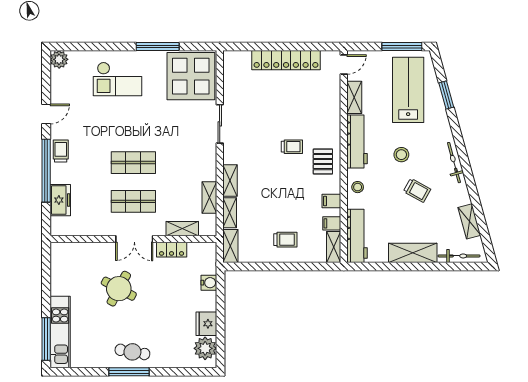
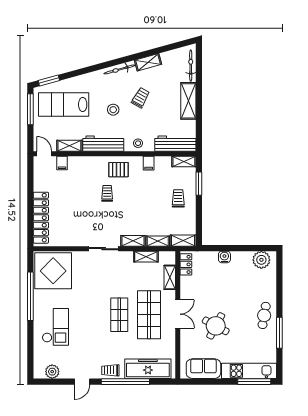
window: (158, 46) -> (30, 296), width x1.46
plant: (59, 59) -> (52, 372), moved
locker: (286, 60) -> (41, 218), moved
window: (446, 95) -> (49, 80), moved
door: (46, 114) -> (82, 382), swing flipped
sliding door: (220, 124) -> (104, 249), moved
freezer: (60, 200) -> (148, 369), width x1.91, depth x1.26
shop shelf: (133, 201) -> (149, 315), width x1.43, depth x1.36
shelving: (469, 221) -> (148, 62), moved
filing cabinet: (332, 223) -> (62, 163), moved
locker: (172, 250) -> (186, 264), moved
window: (305, 266) -> (199, 184), added
sofa: (63, 273) -> (203, 369), added
water cooler: (209, 283) -> (224, 257), moved
fridge: (206, 324) -> (243, 259), removed
window: (129, 372) -> (279, 333), moved

